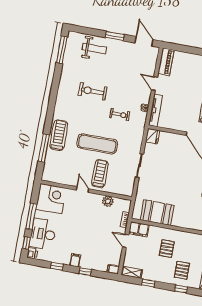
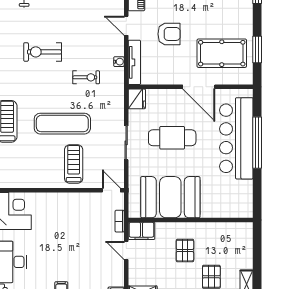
armchair: (183, 95) -> (169, 34), added
cafe table: (172, 168) -> (172, 138), added
door: (83, 189) -> (111, 190), moved
plant: (108, 201) -> (92, 200), removed
booth: (157, 213) -> (170, 197), width x1.36, depth x1.42

